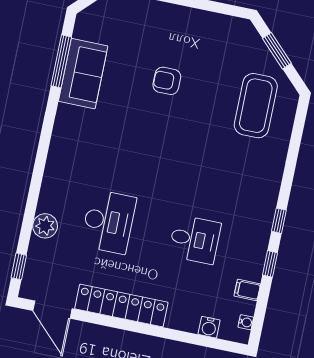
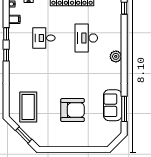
armchair: (167, 81) -> (73, 110), width x1.88, depth x1.88
plant: (45, 226) -> (116, 56), moved

